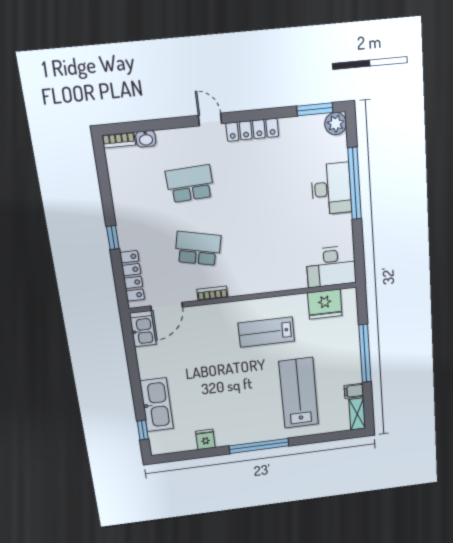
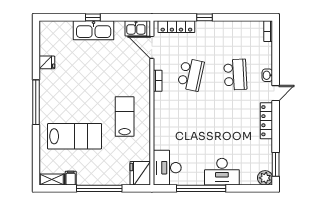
washbasin: (146, 139) -> (267, 75), moved
window: (355, 184) -> (201, 188), moved
fridge: (325, 304) -> (140, 173), moved
kitchen sink: (157, 405) -> (94, 30), moved
window: (143, 430) -> (93, 17), moved

